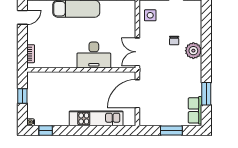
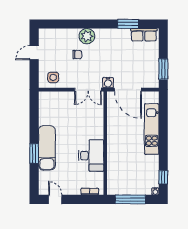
desk: (94, 55) -> (91, 156), moved
water cooler: (145, 73) -> (108, 83), added
window: (22, 96) -> (130, 199), width x2.17
window: (171, 131) -> (163, 69), moved

